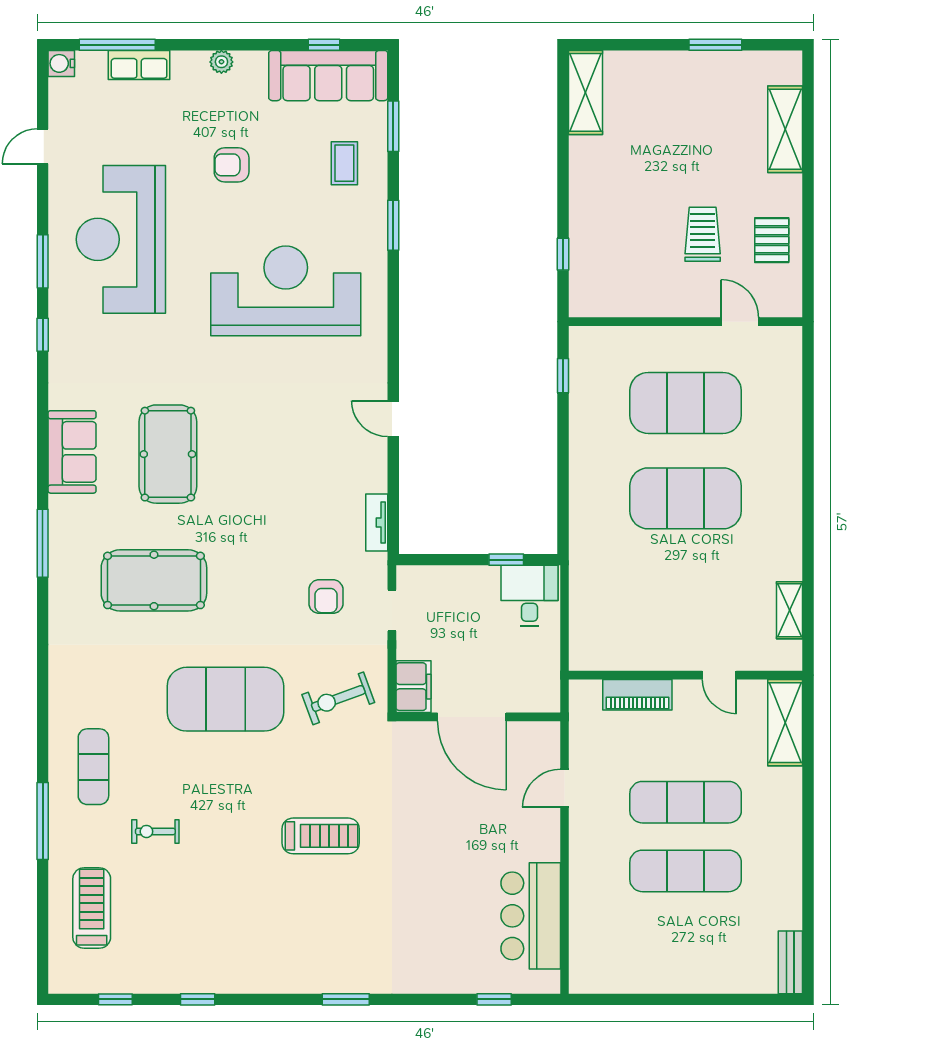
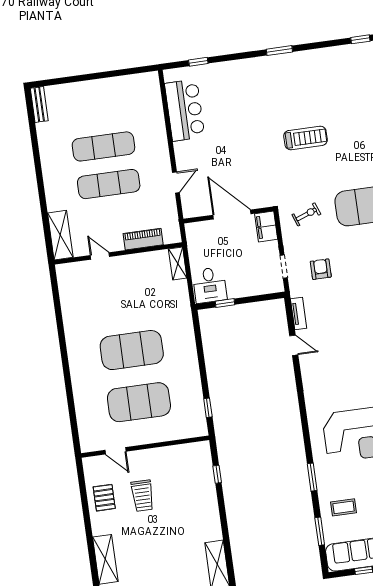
coffee table: (344, 163) -> (344, 507), turned 90
door: (393, 419) -> (294, 345), moved
shelving: (790, 610) -> (178, 264), moved
exercise bike: (338, 698) -> (306, 214), width x0.73, depth x0.72
treadmill: (321, 836) -> (306, 138), turned 180

